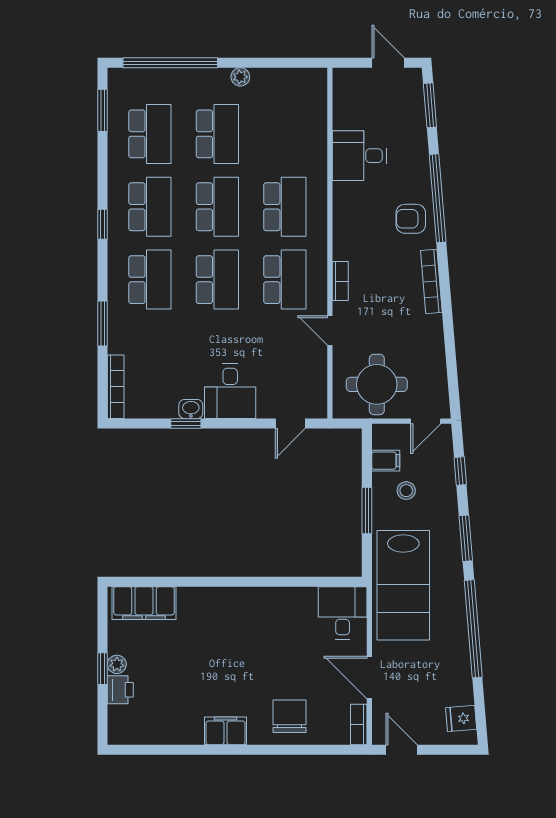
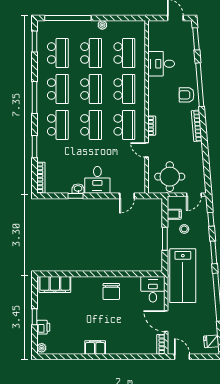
school desk: (285, 134) -> (124, 53), added
window: (102, 224) -> (34, 98), width x2.17
plant: (117, 664) -> (42, 348), moved
chair: (290, 716) -> (111, 291), moved, turned 180

